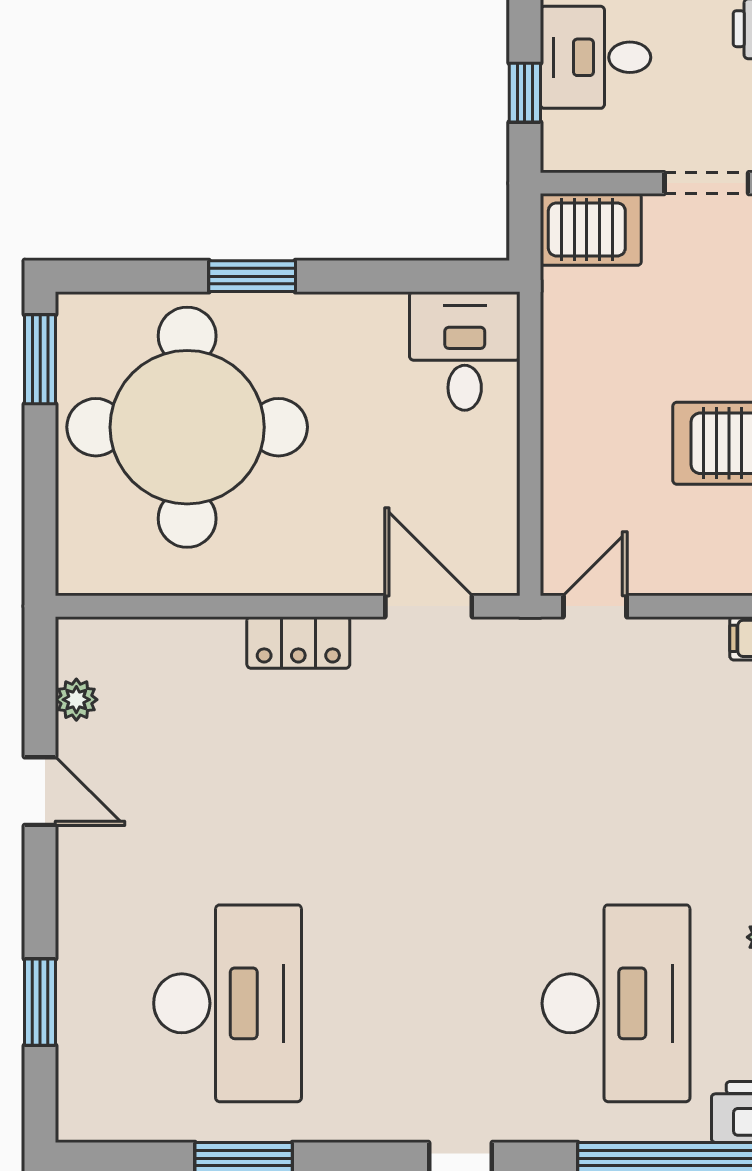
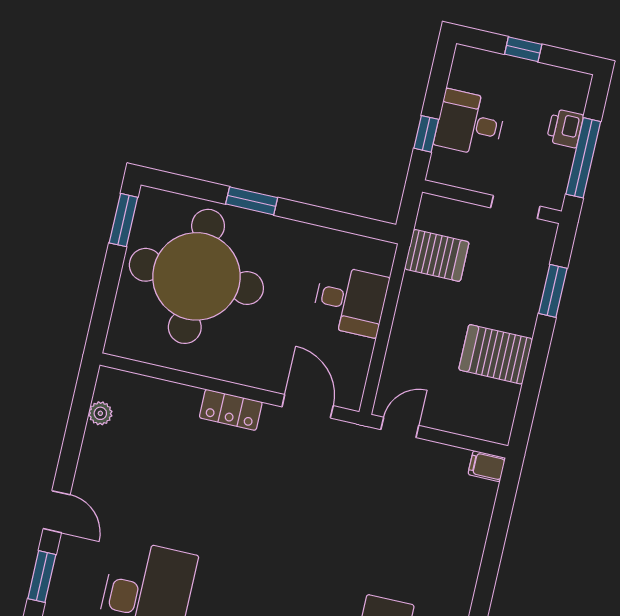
server rack: (591, 229) -> (437, 255), moved
desk: (465, 351) -> (350, 301), moved, turned 90
door: (40, 791) -> (57, 512), moved

